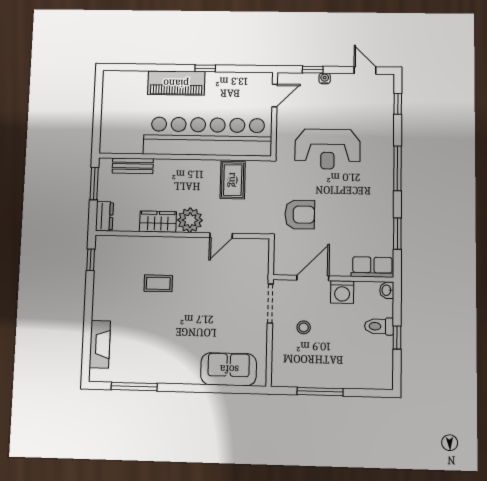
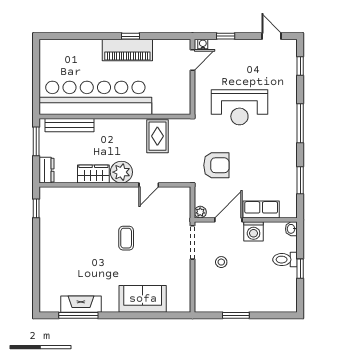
water cooler: (325, 78) -> (203, 44), moved
piano: (176, 83) -> (127, 50), moved
bar counter: (208, 137) -> (95, 98), moved
bench: (133, 166) -> (70, 125), width x1.36
row of seats: (372, 267) -> (261, 209), moved
plant: (280, 268) -> (200, 212), added
coffee table: (158, 283) -> (126, 238), moved, turned 90
fireplace: (100, 344) -> (81, 304), moved, turned -90
sofa: (229, 369) -> (143, 299), moved
window: (320, 392) -> (236, 315), width x0.69

